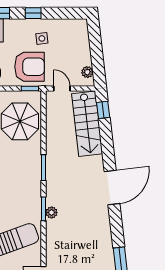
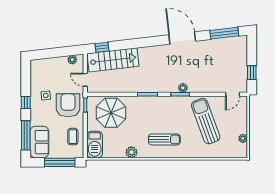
door: (62, 89) -> (85, 80), hinge flipped
door: (112, 187) -> (182, 38), moved

